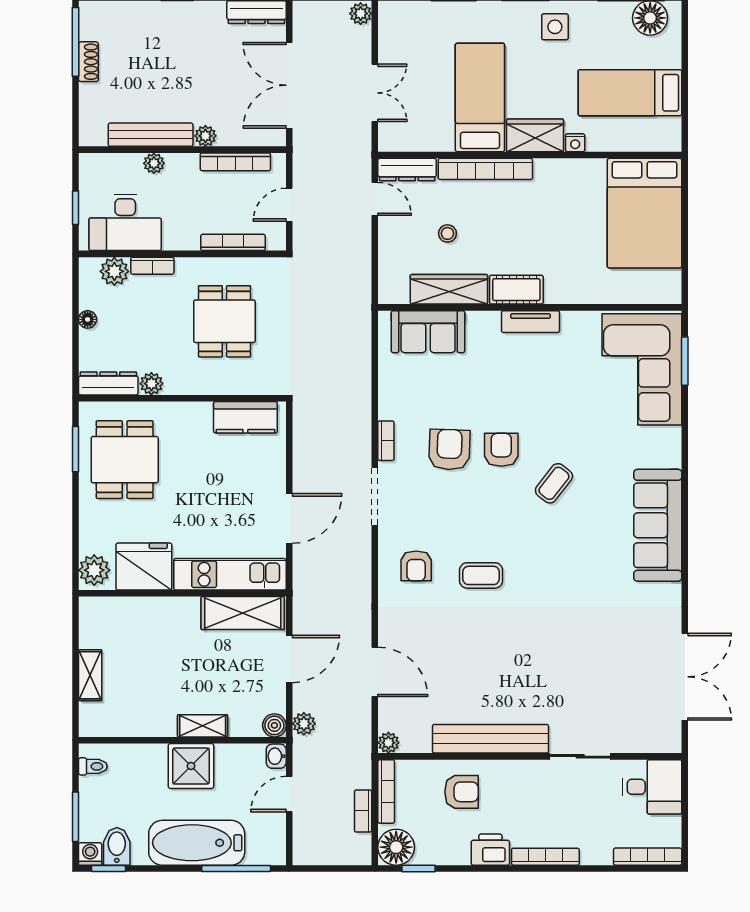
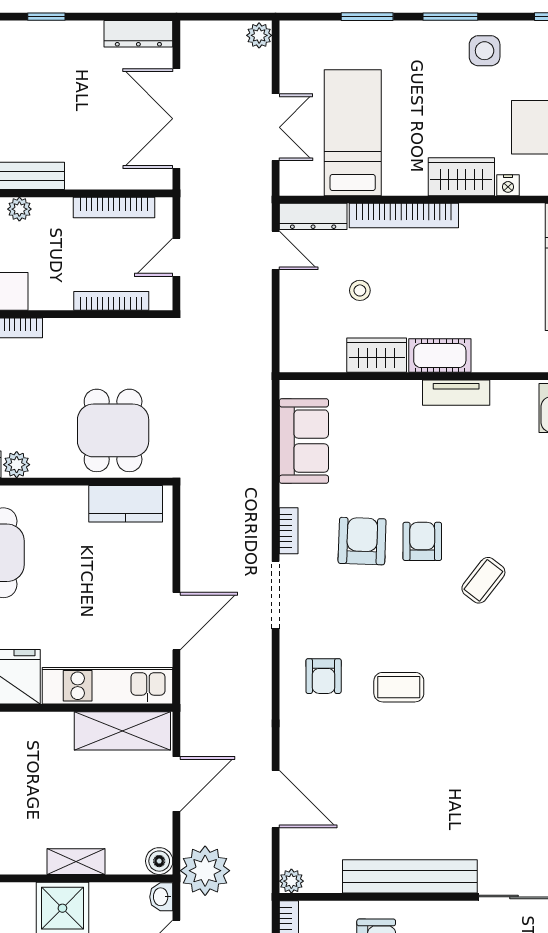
bed: (480, 97) -> (353, 133), moved
plant: (205, 136) -> (79, 177), removed
wardrobe: (449, 289) -> (377, 355), width x0.67
dining table: (224, 321) -> (113, 430), moved
sofa: (428, 332) -> (304, 441), moved, turned -90
plant: (304, 724) -> (205, 871), width x1.88, depth x1.88

